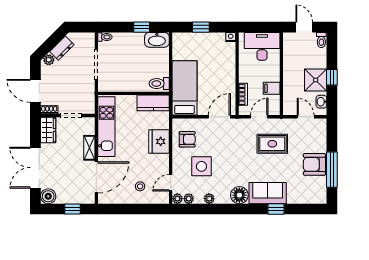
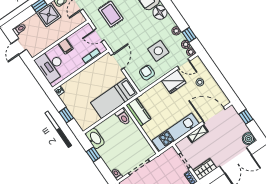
filing cabinet: (272, 88) -> (66, 46), moved
door: (219, 117) -> (117, 62), swing flipped
fridge: (159, 141) -> (174, 82), moved
window: (196, 209) -> (189, 35), added

